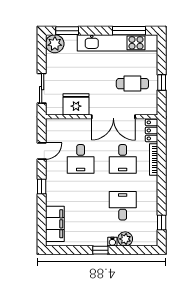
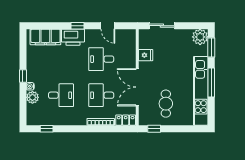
window: (129, 31) -> (211, 82), moved
window: (162, 83) -> (154, 129), moved
fridge: (76, 104) -> (146, 55), width x0.53, depth x0.75
printer: (55, 192) -> (73, 37), added

